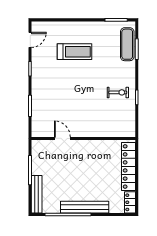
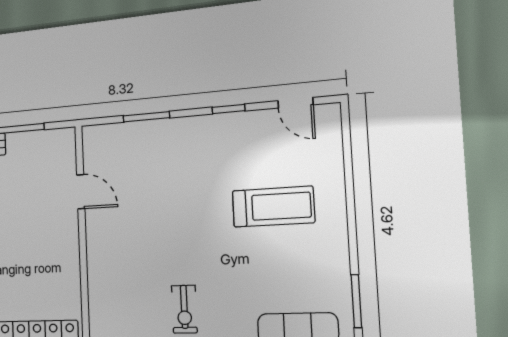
treadmill: (75, 52) -> (273, 207), turned -90
door: (62, 138) -> (81, 192), hinge flipped

